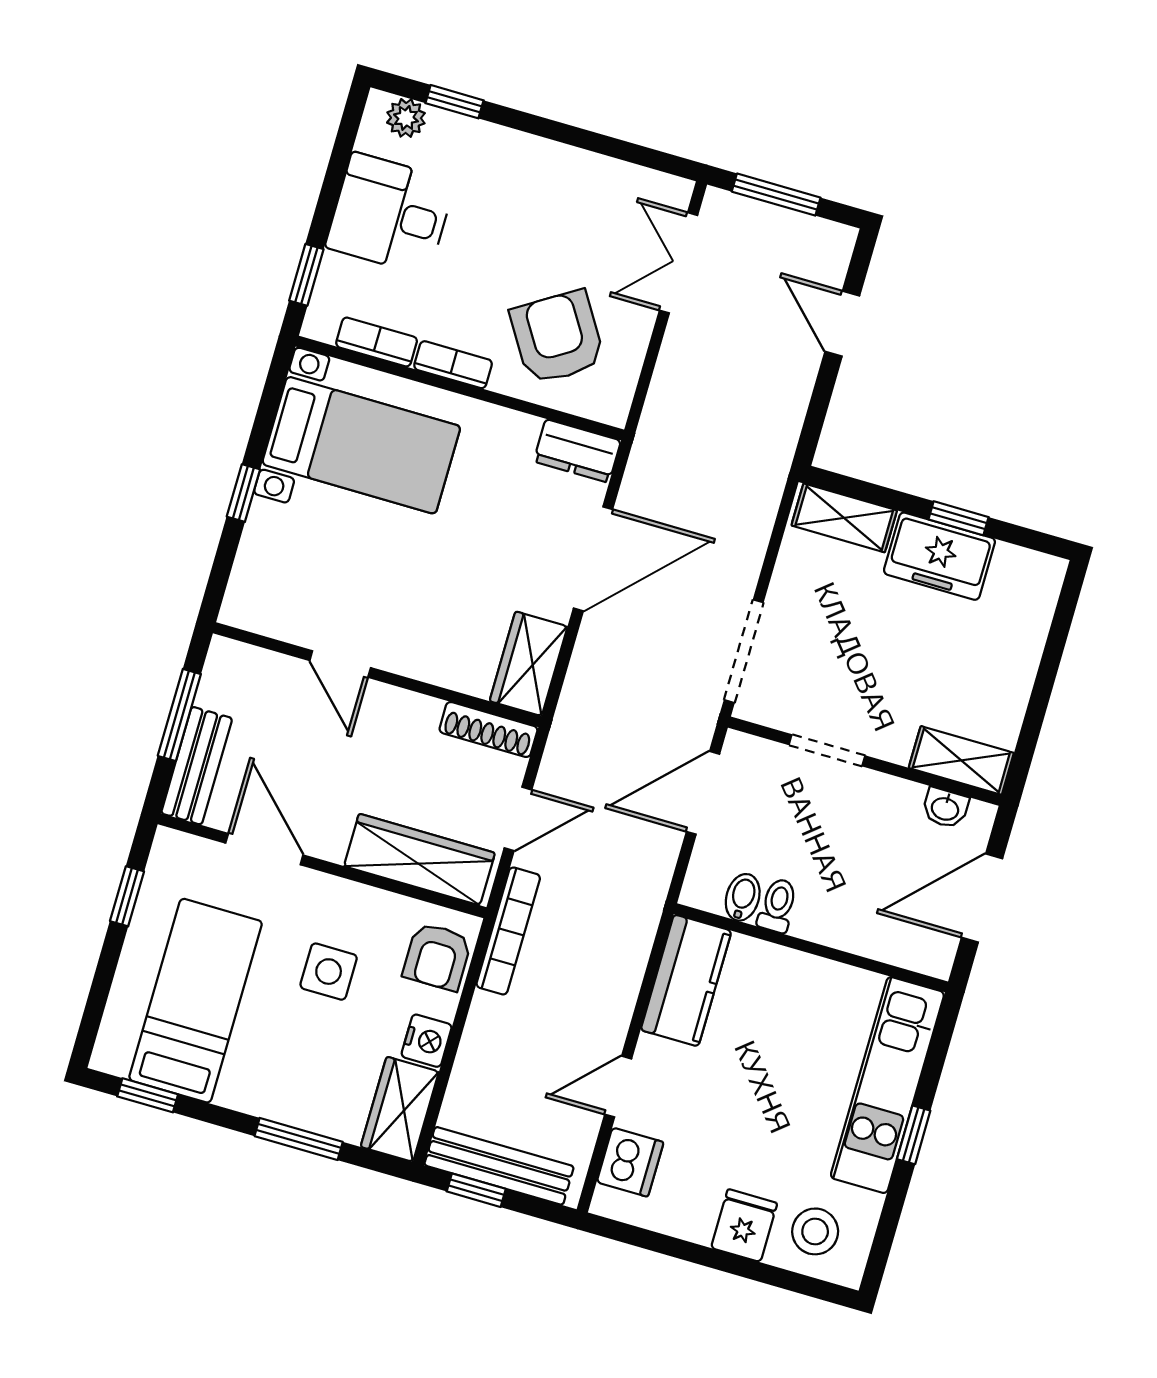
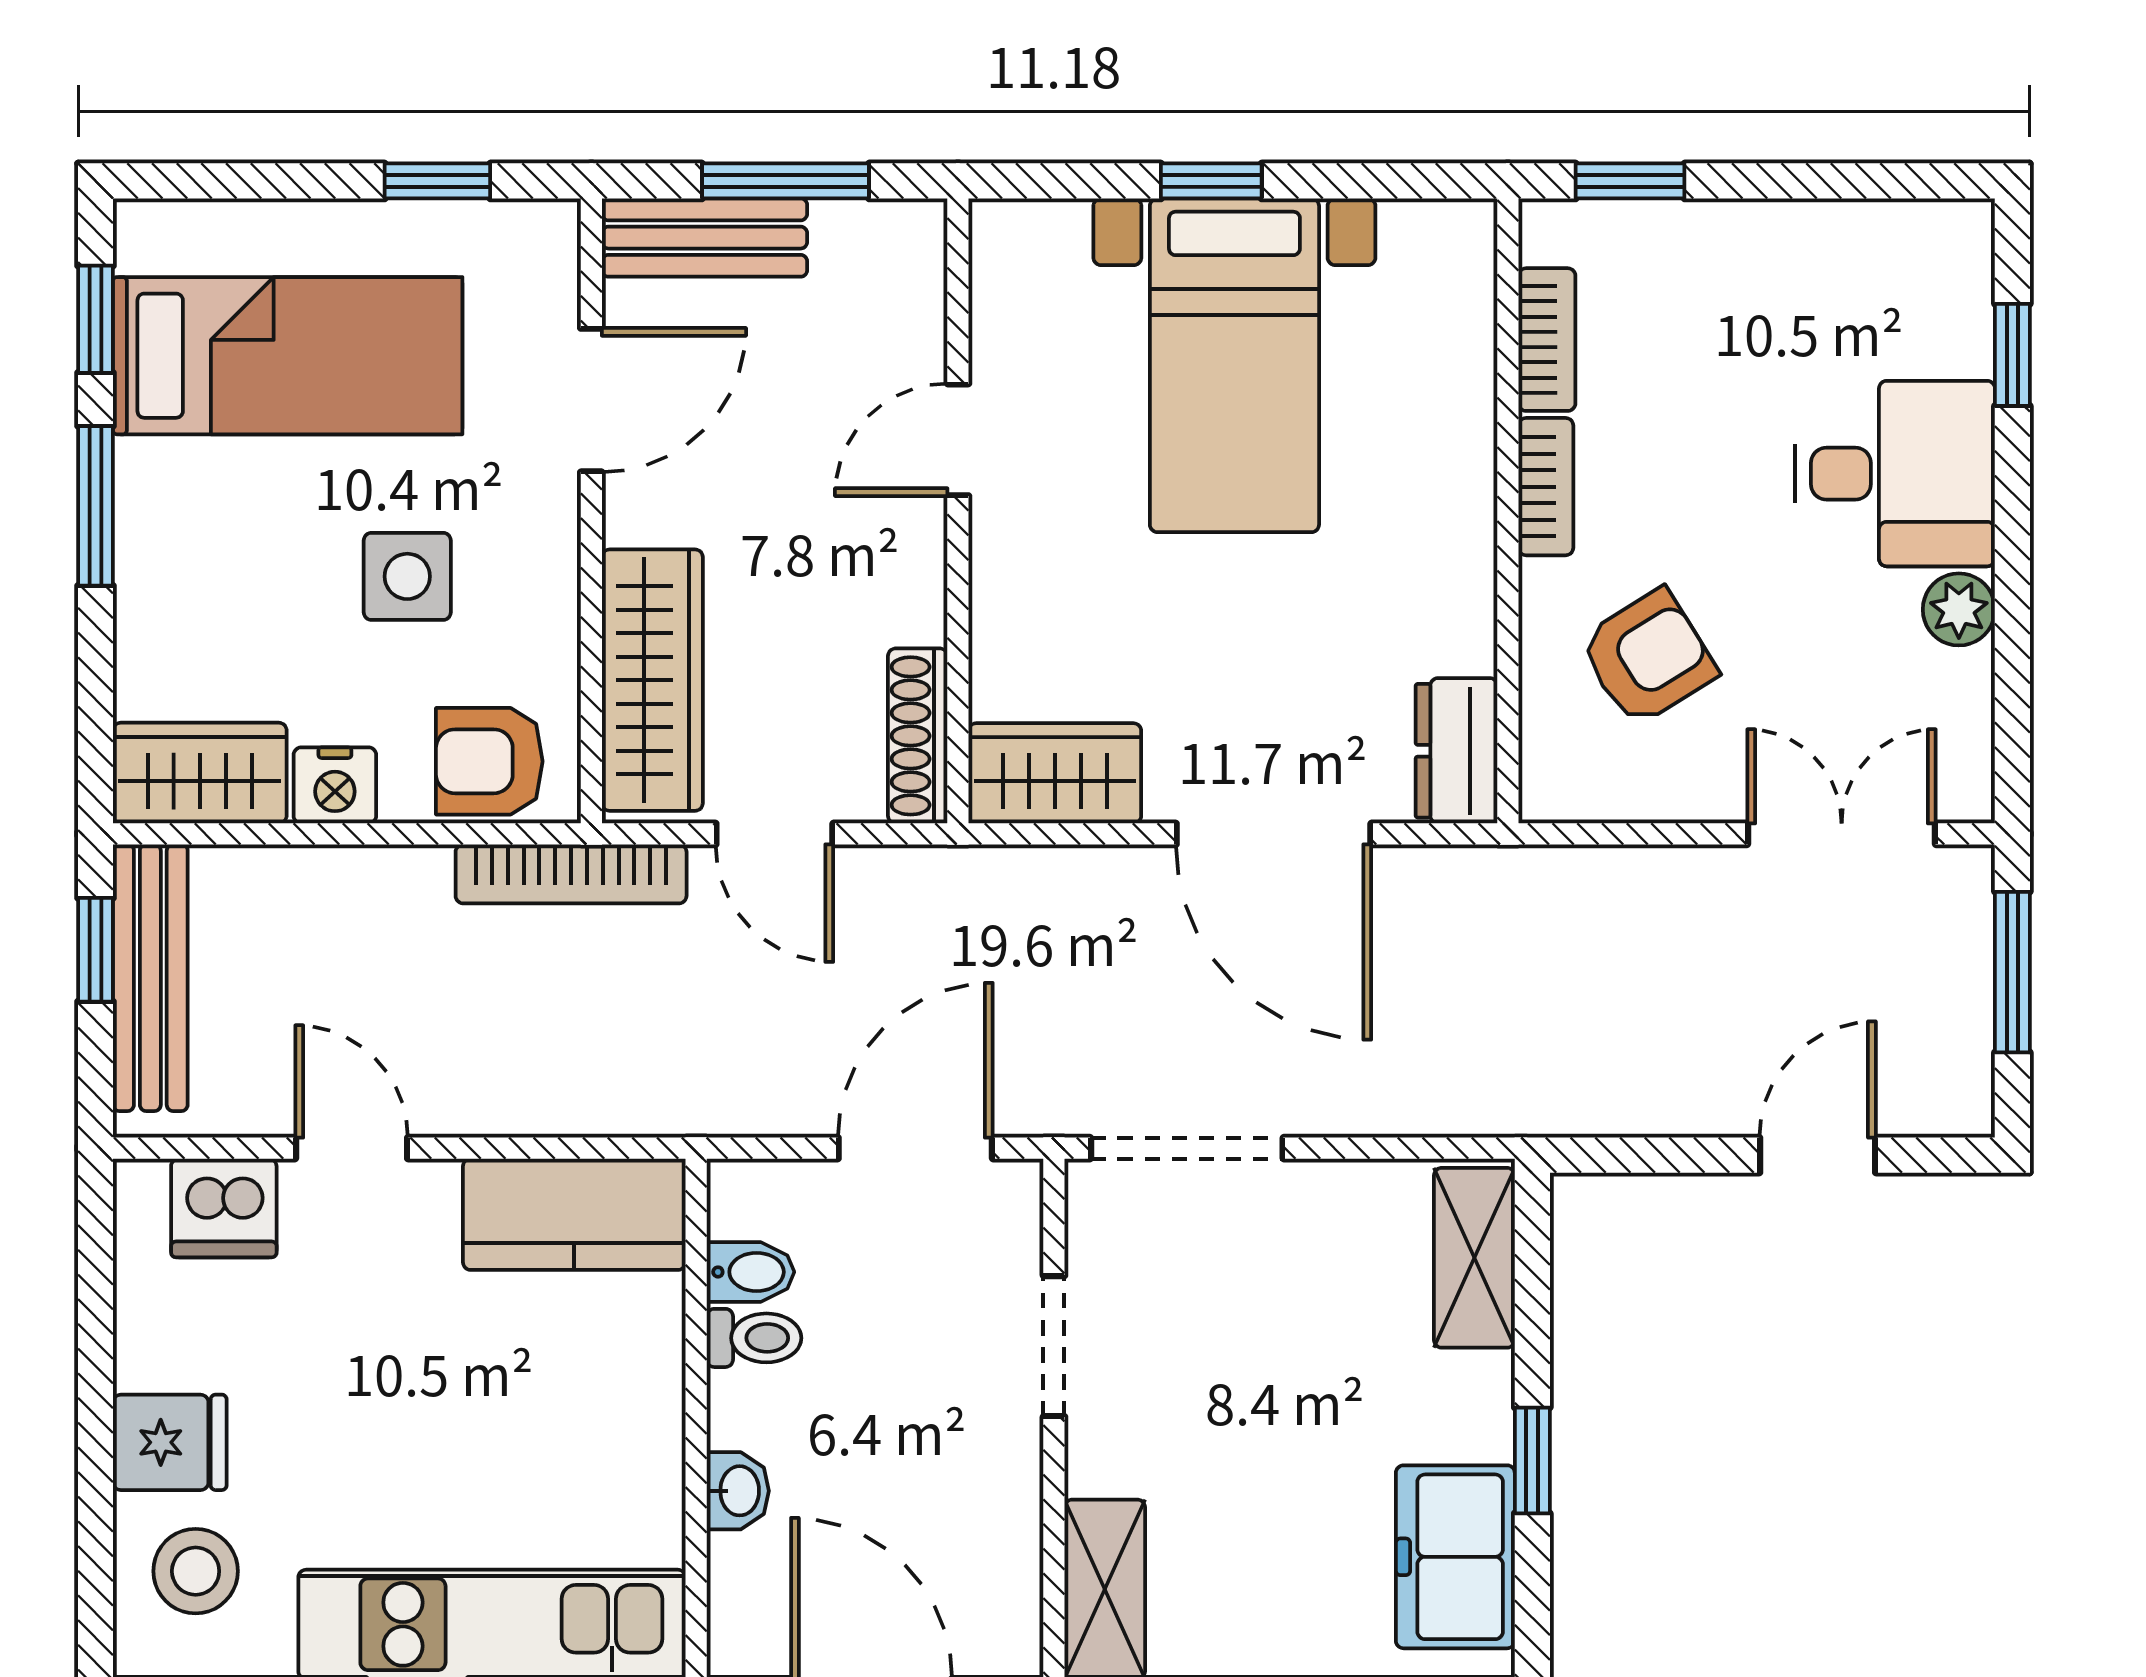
plant: (406, 118) -> (1959, 609), moved
desk: (390, 214) -> (1895, 474), moved, turned 90
armchair: (557, 337) -> (1648, 658), width x0.72, depth x0.72
bed with nightstands: (361, 445) -> (1234, 365), moved
freezer: (939, 556) -> (1455, 1557), moved
door: (703, 793) -> (915, 1148), hinge flipped
washbasin: (945, 808) -> (738, 1491), moved, turned 180
window: (299, 1139) -> (95, 506), moved

